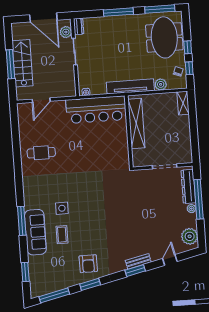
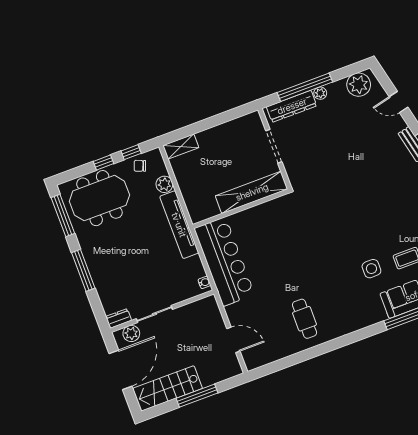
stairs: (23, 63) -> (168, 388), moved
shelving: (136, 123) -> (252, 192), moved

